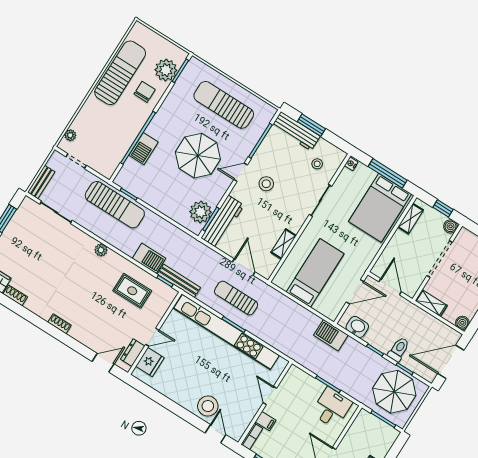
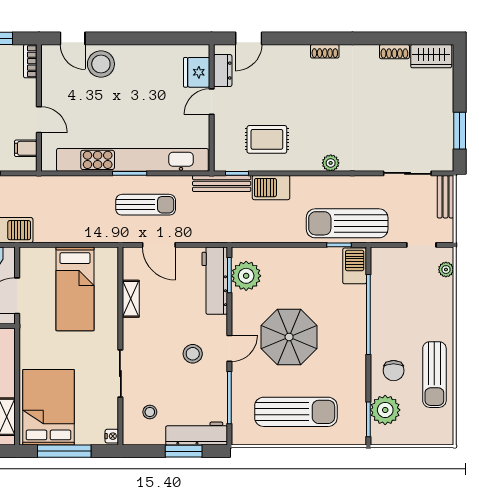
sun lounger: (120, 73) -> (434, 375), width x0.73, depth x0.75
barbecue: (144, 149) -> (355, 266), moved
filing cabinet: (266, 421) -> (26, 148), moved

